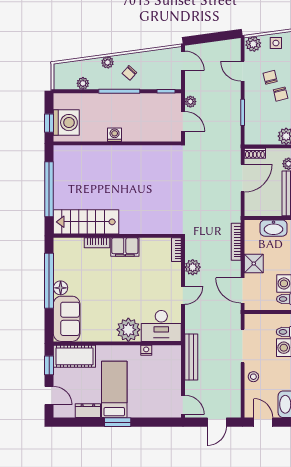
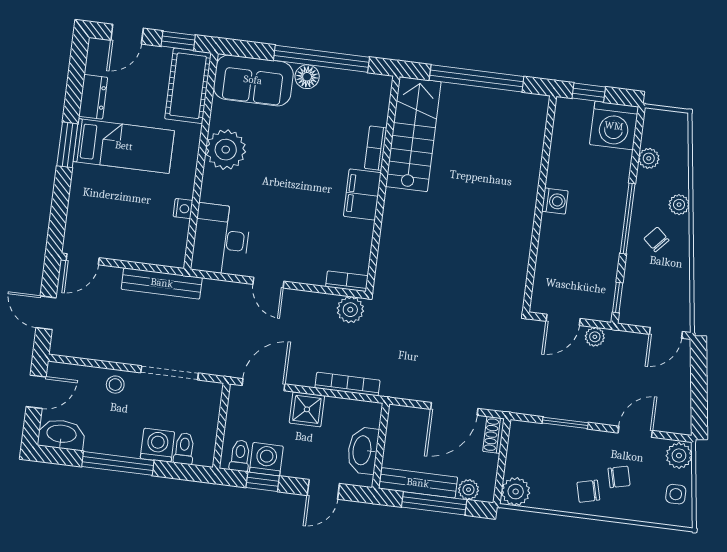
washing machine: (66, 123) -> (614, 126), moved
door: (243, 178) -> (454, 409), hinge flipped
plant: (193, 267) -> (350, 310), moved
plant: (128, 330) -> (226, 150), moved

